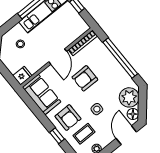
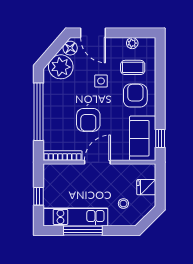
fridge: (22, 76) -> (146, 187), moved
armchair: (85, 78) -> (88, 120), turned 90
door: (126, 135) -> (93, 33), hinge flipped
window: (57, 136) -> (160, 138), moved

